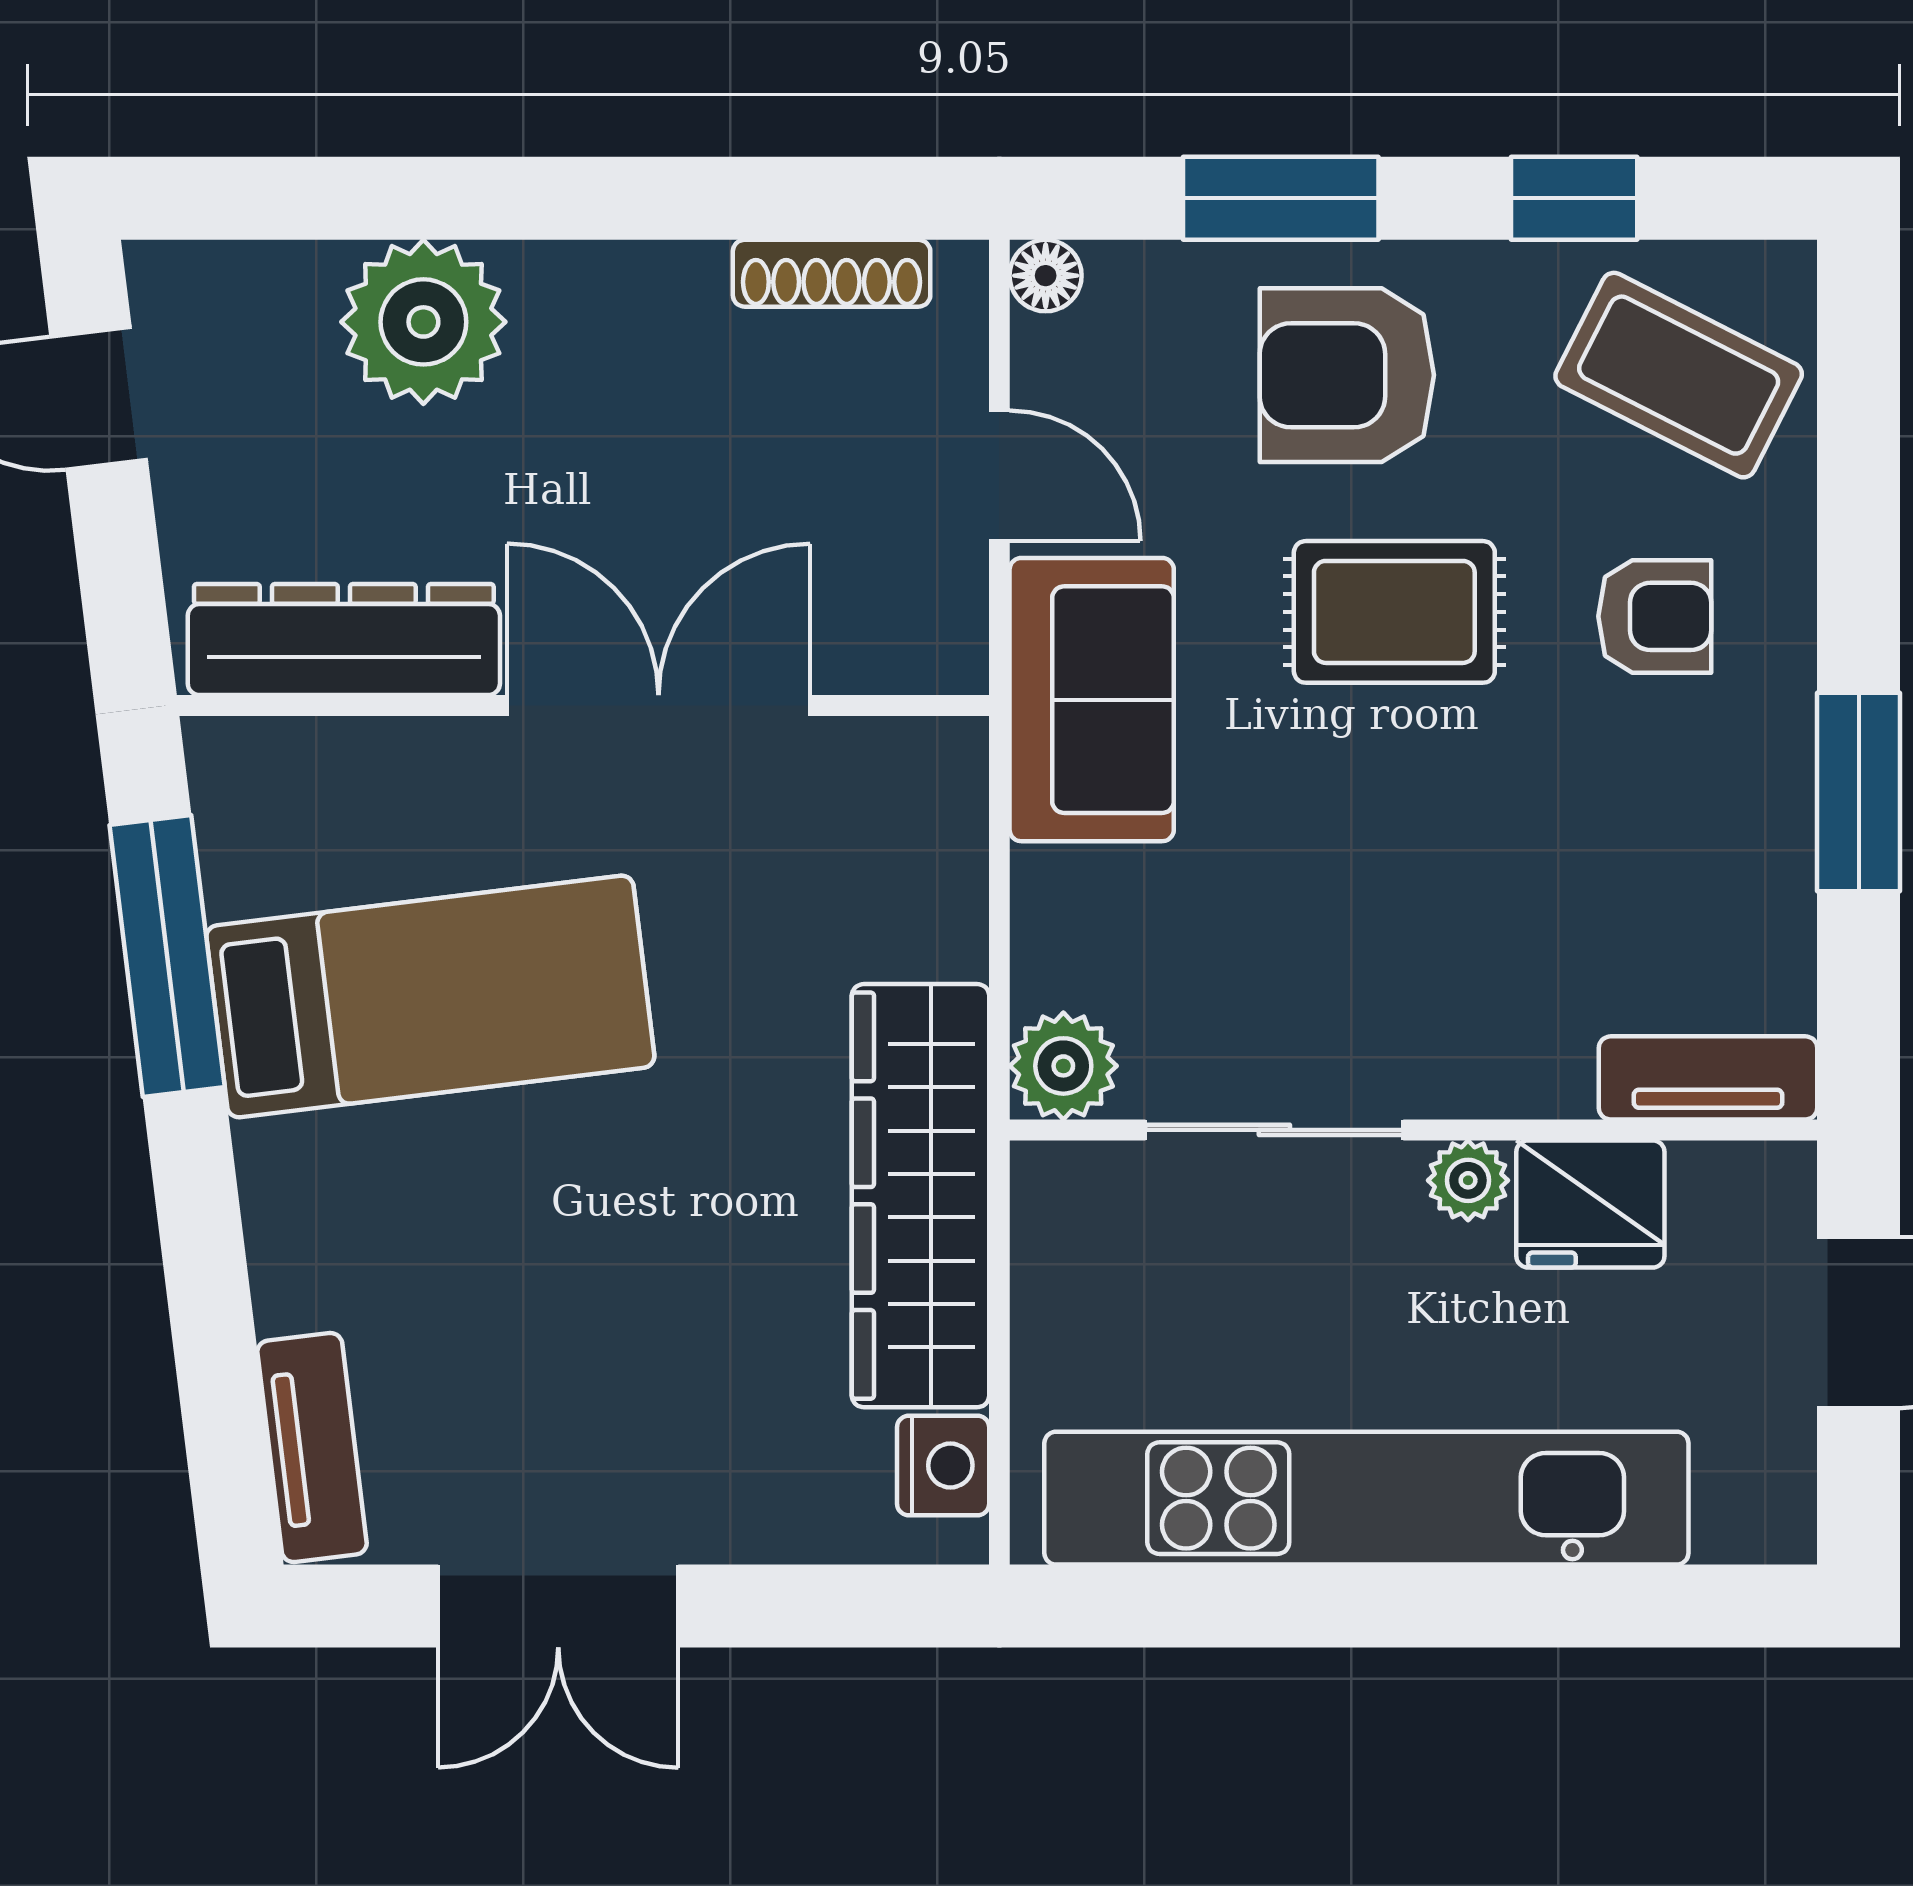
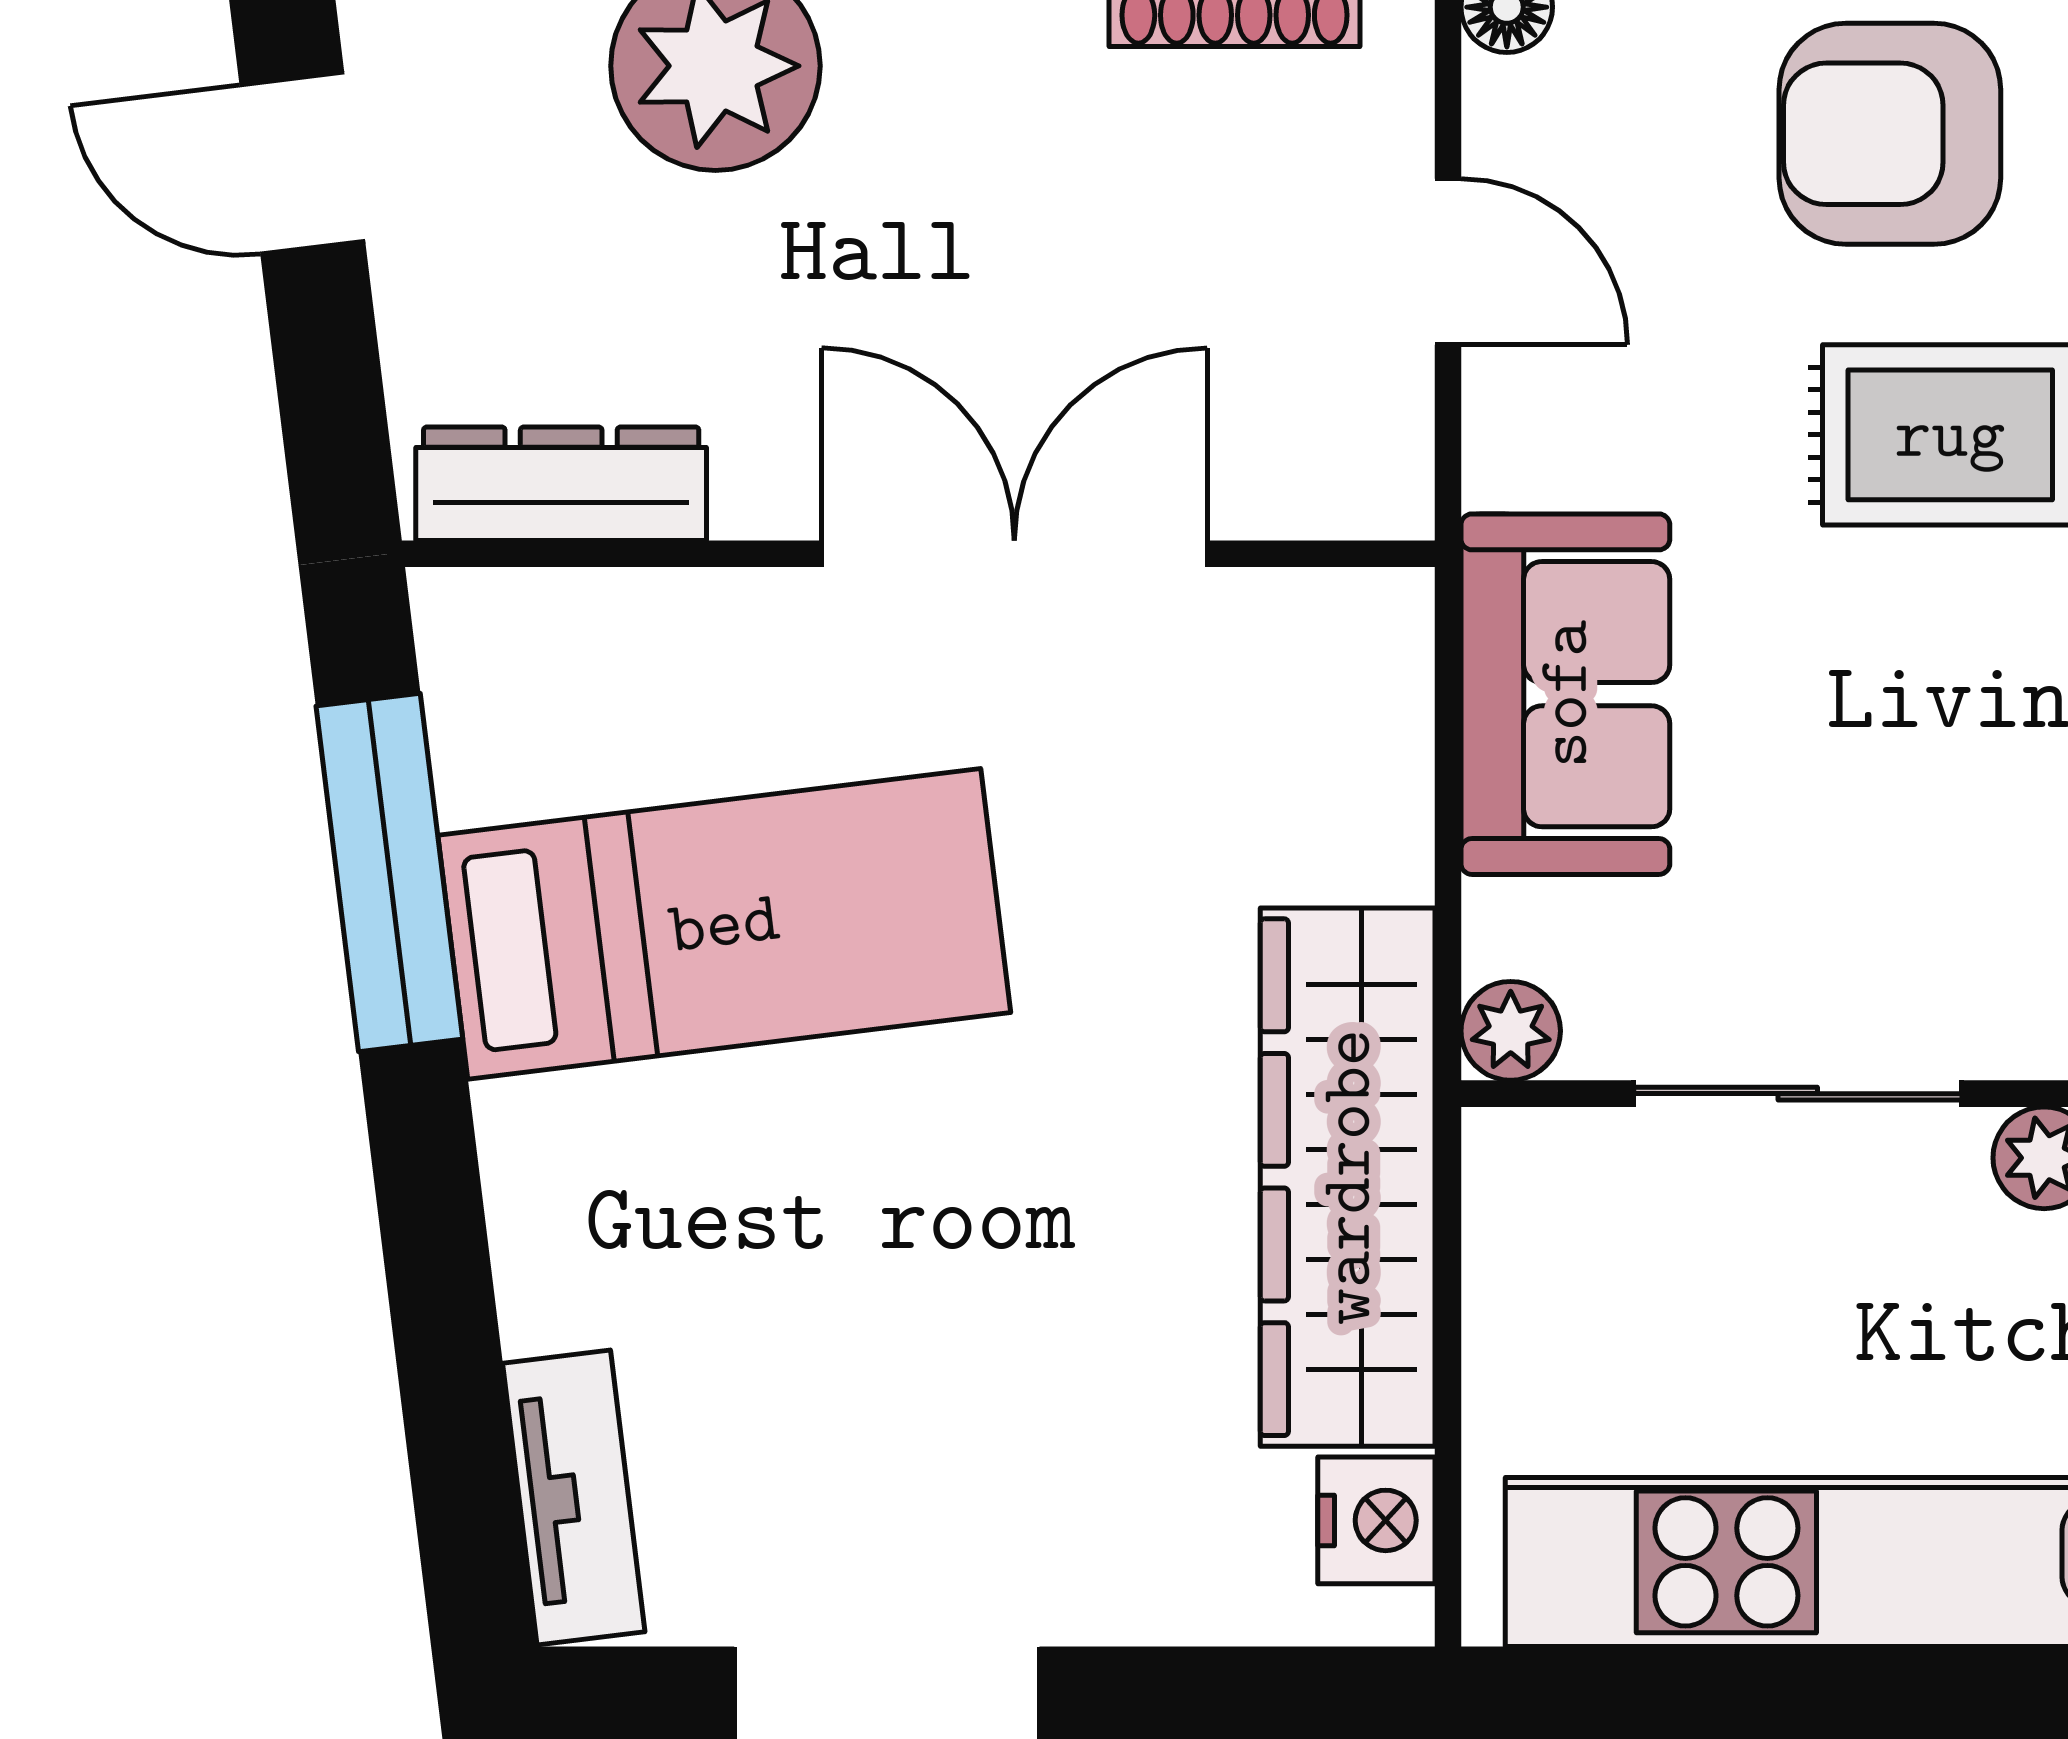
dresser: (344, 640) -> (561, 484), width x0.73, depth x0.80
sofa: (1092, 700) -> (1565, 694), moved
plant: (1063, 1066) -> (1511, 1031), width x0.73, depth x0.73

